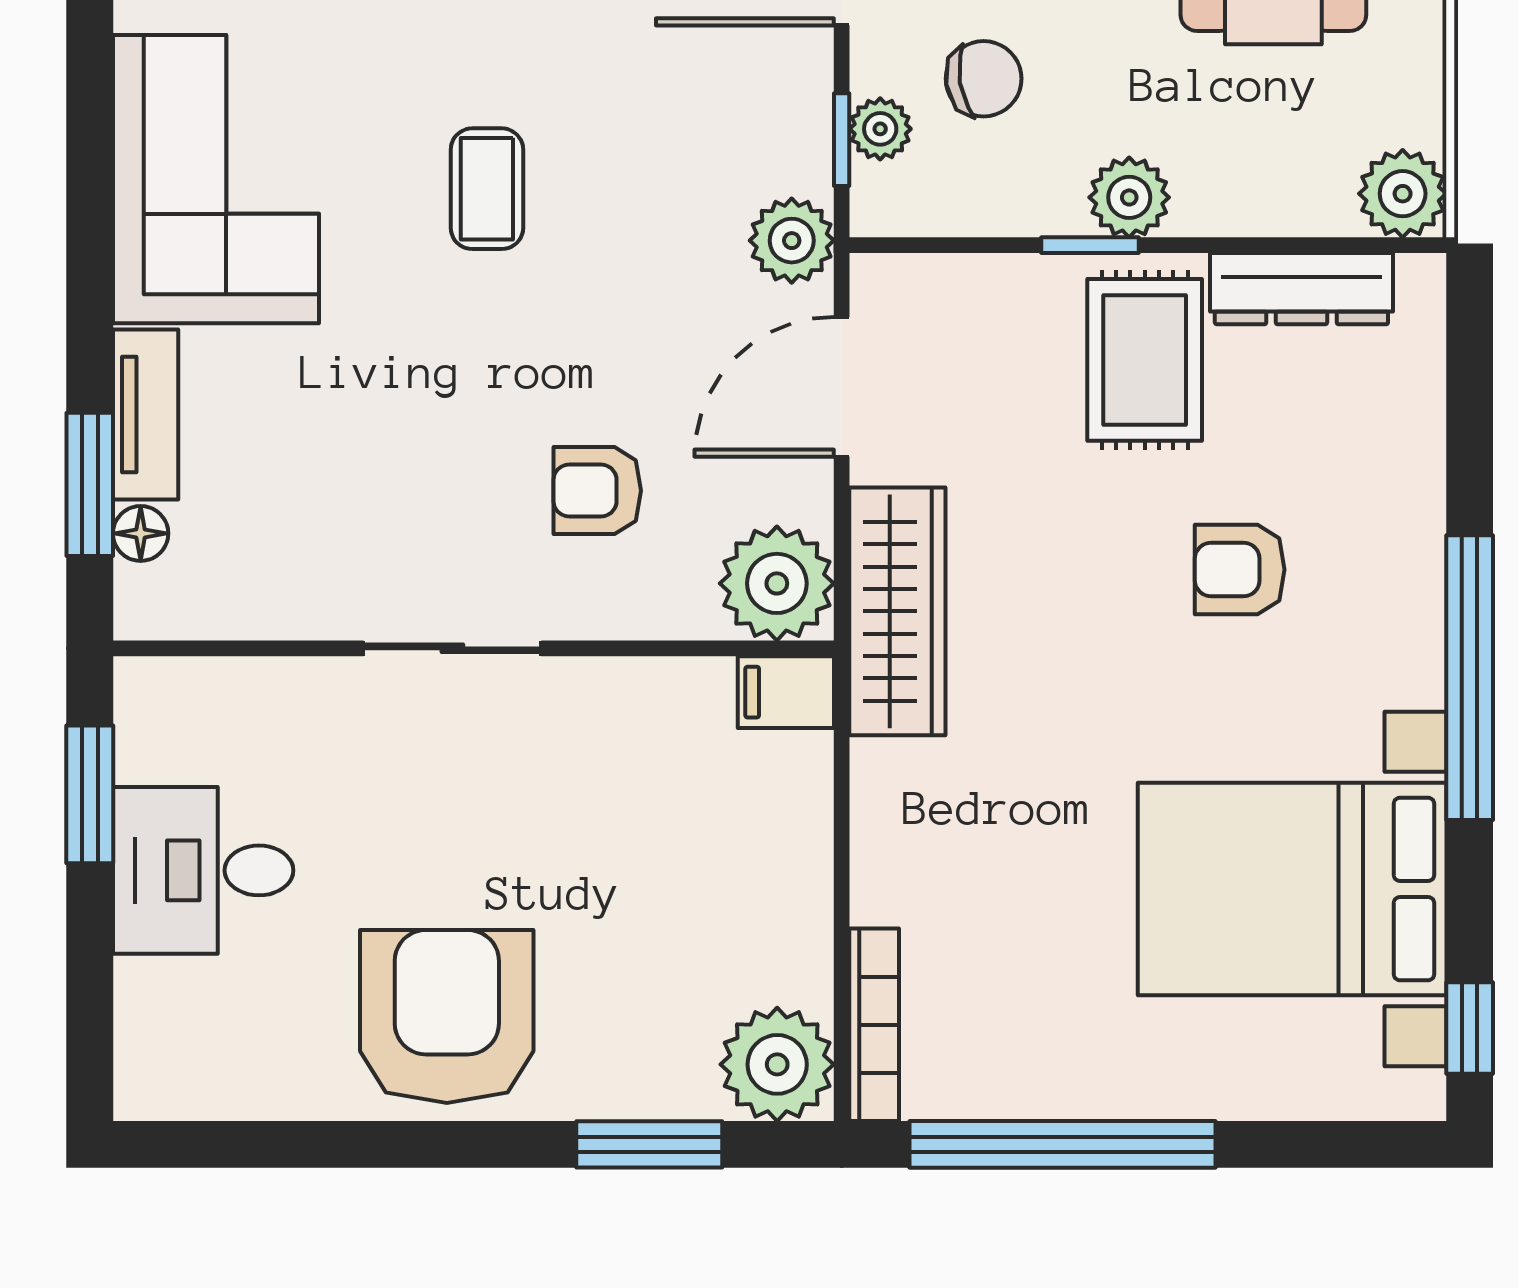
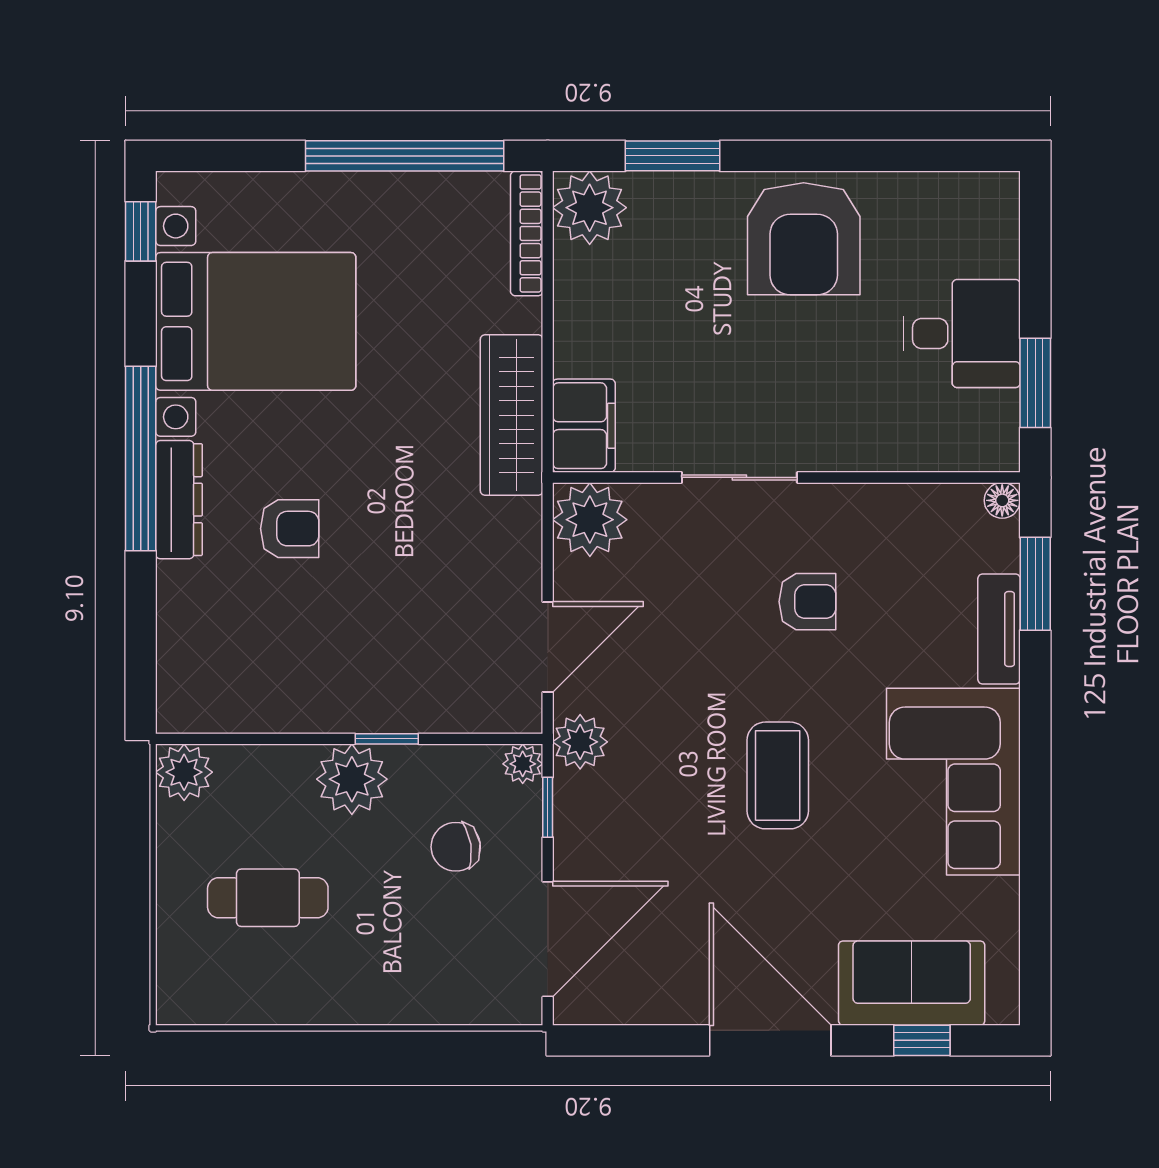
plant: (880, 129) -> (523, 764), moved
coffee table: (487, 189) -> (778, 775), width x1.36, depth x1.30
plant: (1129, 197) -> (352, 779), width x1.36, depth x1.36
dresser: (1301, 289) -> (179, 500), moved, turned 90
rug: (1145, 360) -> (351, 664), removed
armchair: (597, 491) -> (807, 602), moved
floor lamp: (141, 533) -> (1002, 500), moved
wardrobe: (897, 611) -> (512, 415), moved
sliding door: (452, 648) -> (739, 477), moved
filing cabinet: (786, 692) -> (584, 426), width x2.00

